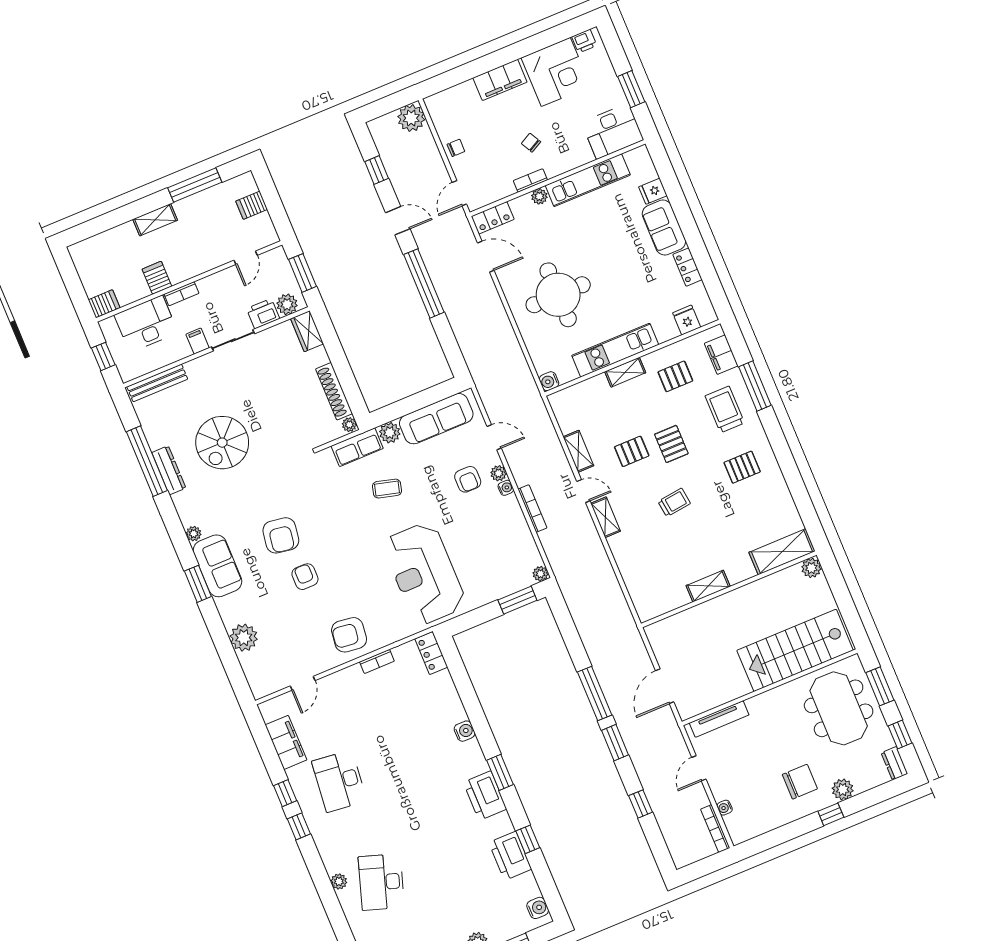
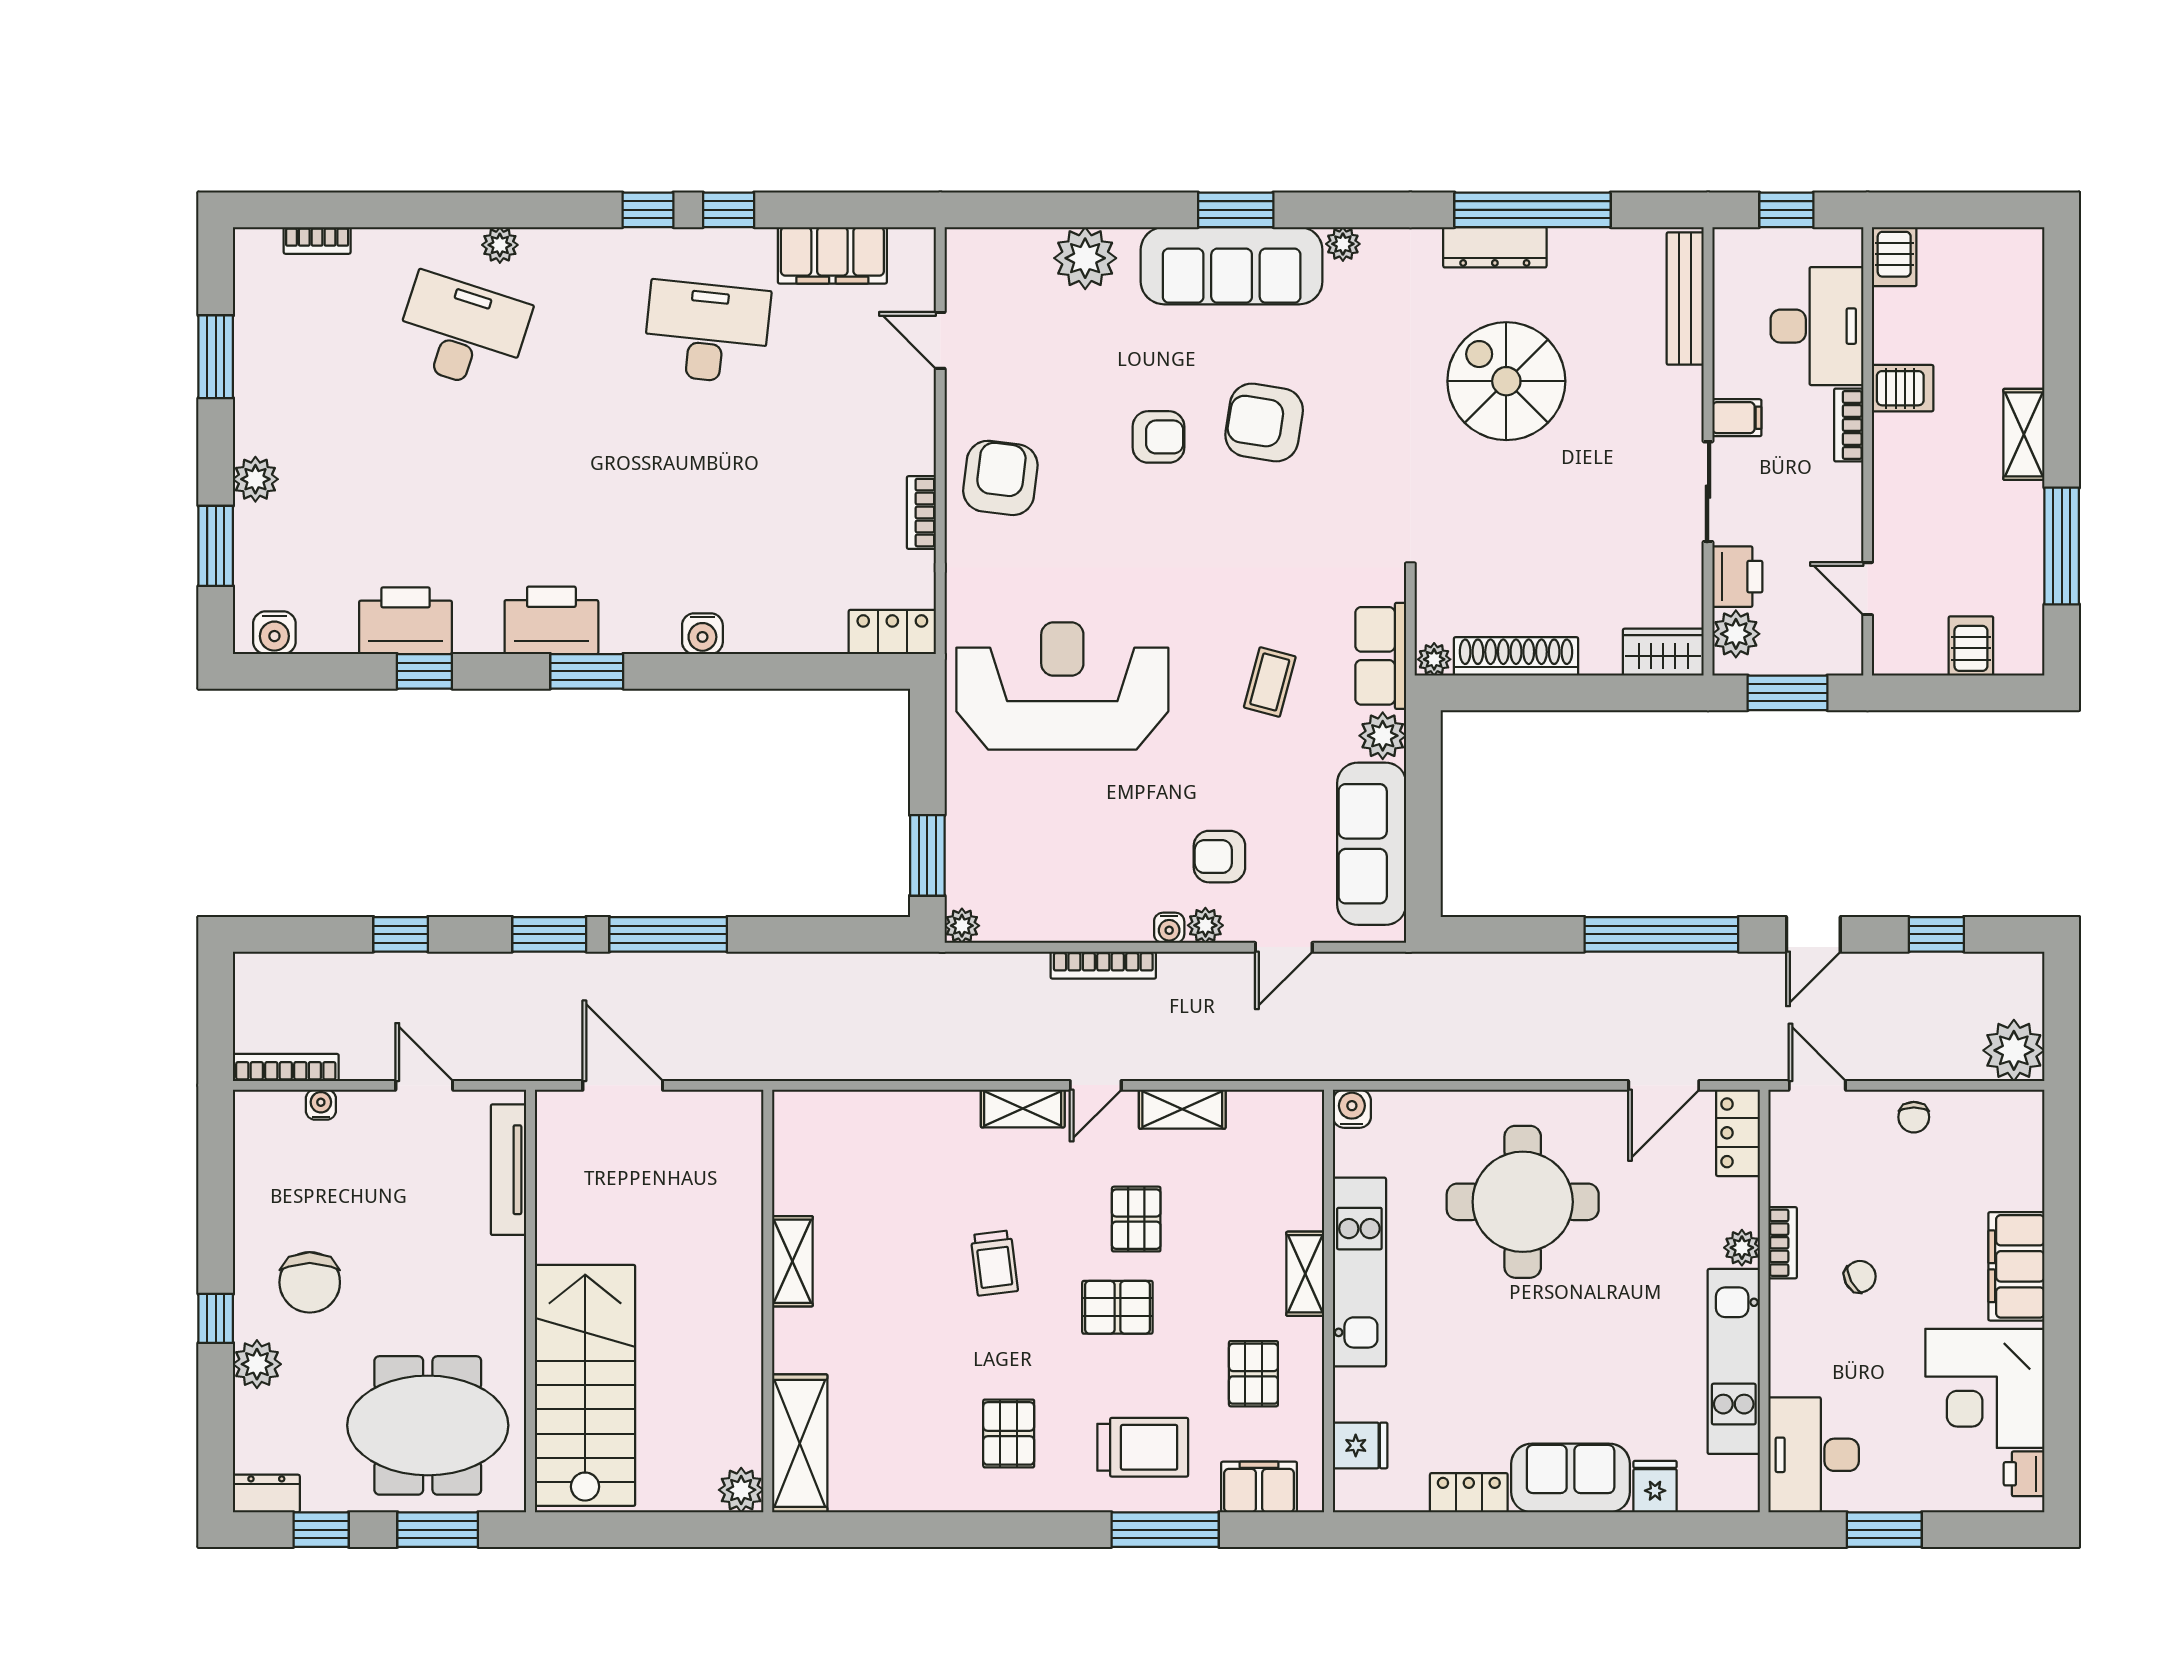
sofa: (218, 566) -> (1232, 266), width x1.36

